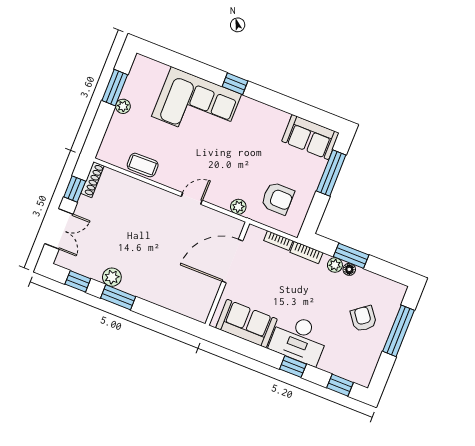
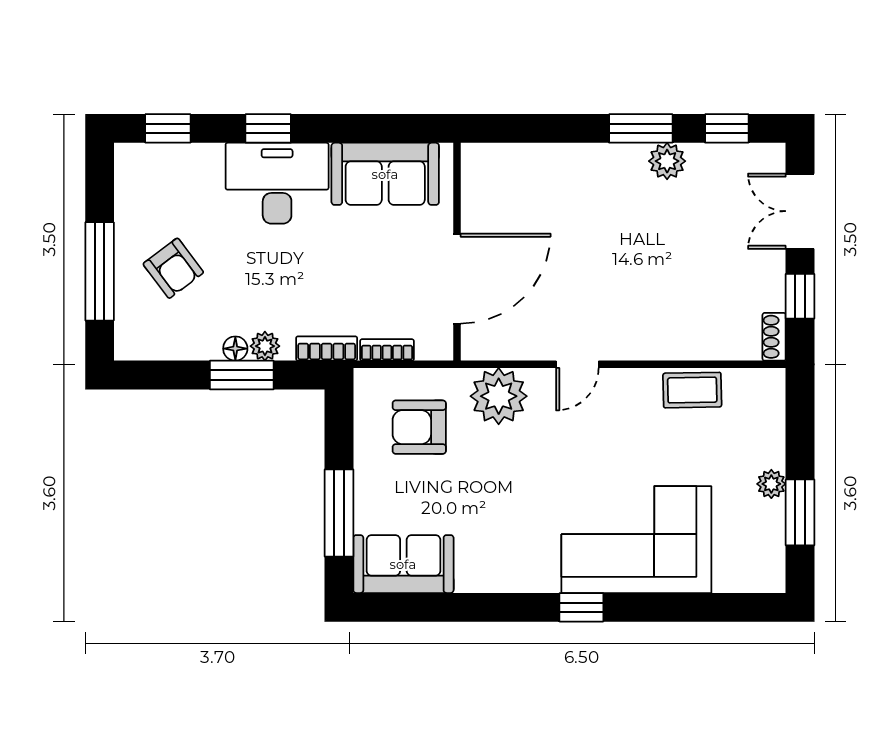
shoe rack: (92, 180) -> (774, 337), width x0.70
plant: (238, 207) -> (499, 396), width x1.87, depth x1.87

